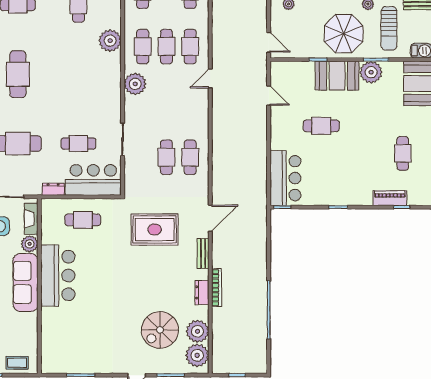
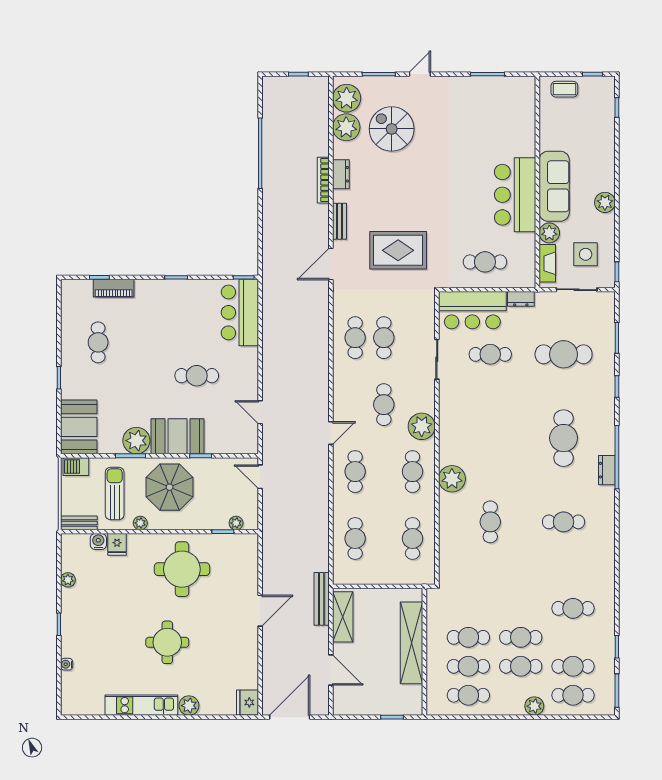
cafe table: (166, 47) -> (384, 405), moved
spiral stairs: (160, 330) -> (392, 129), turned -90

